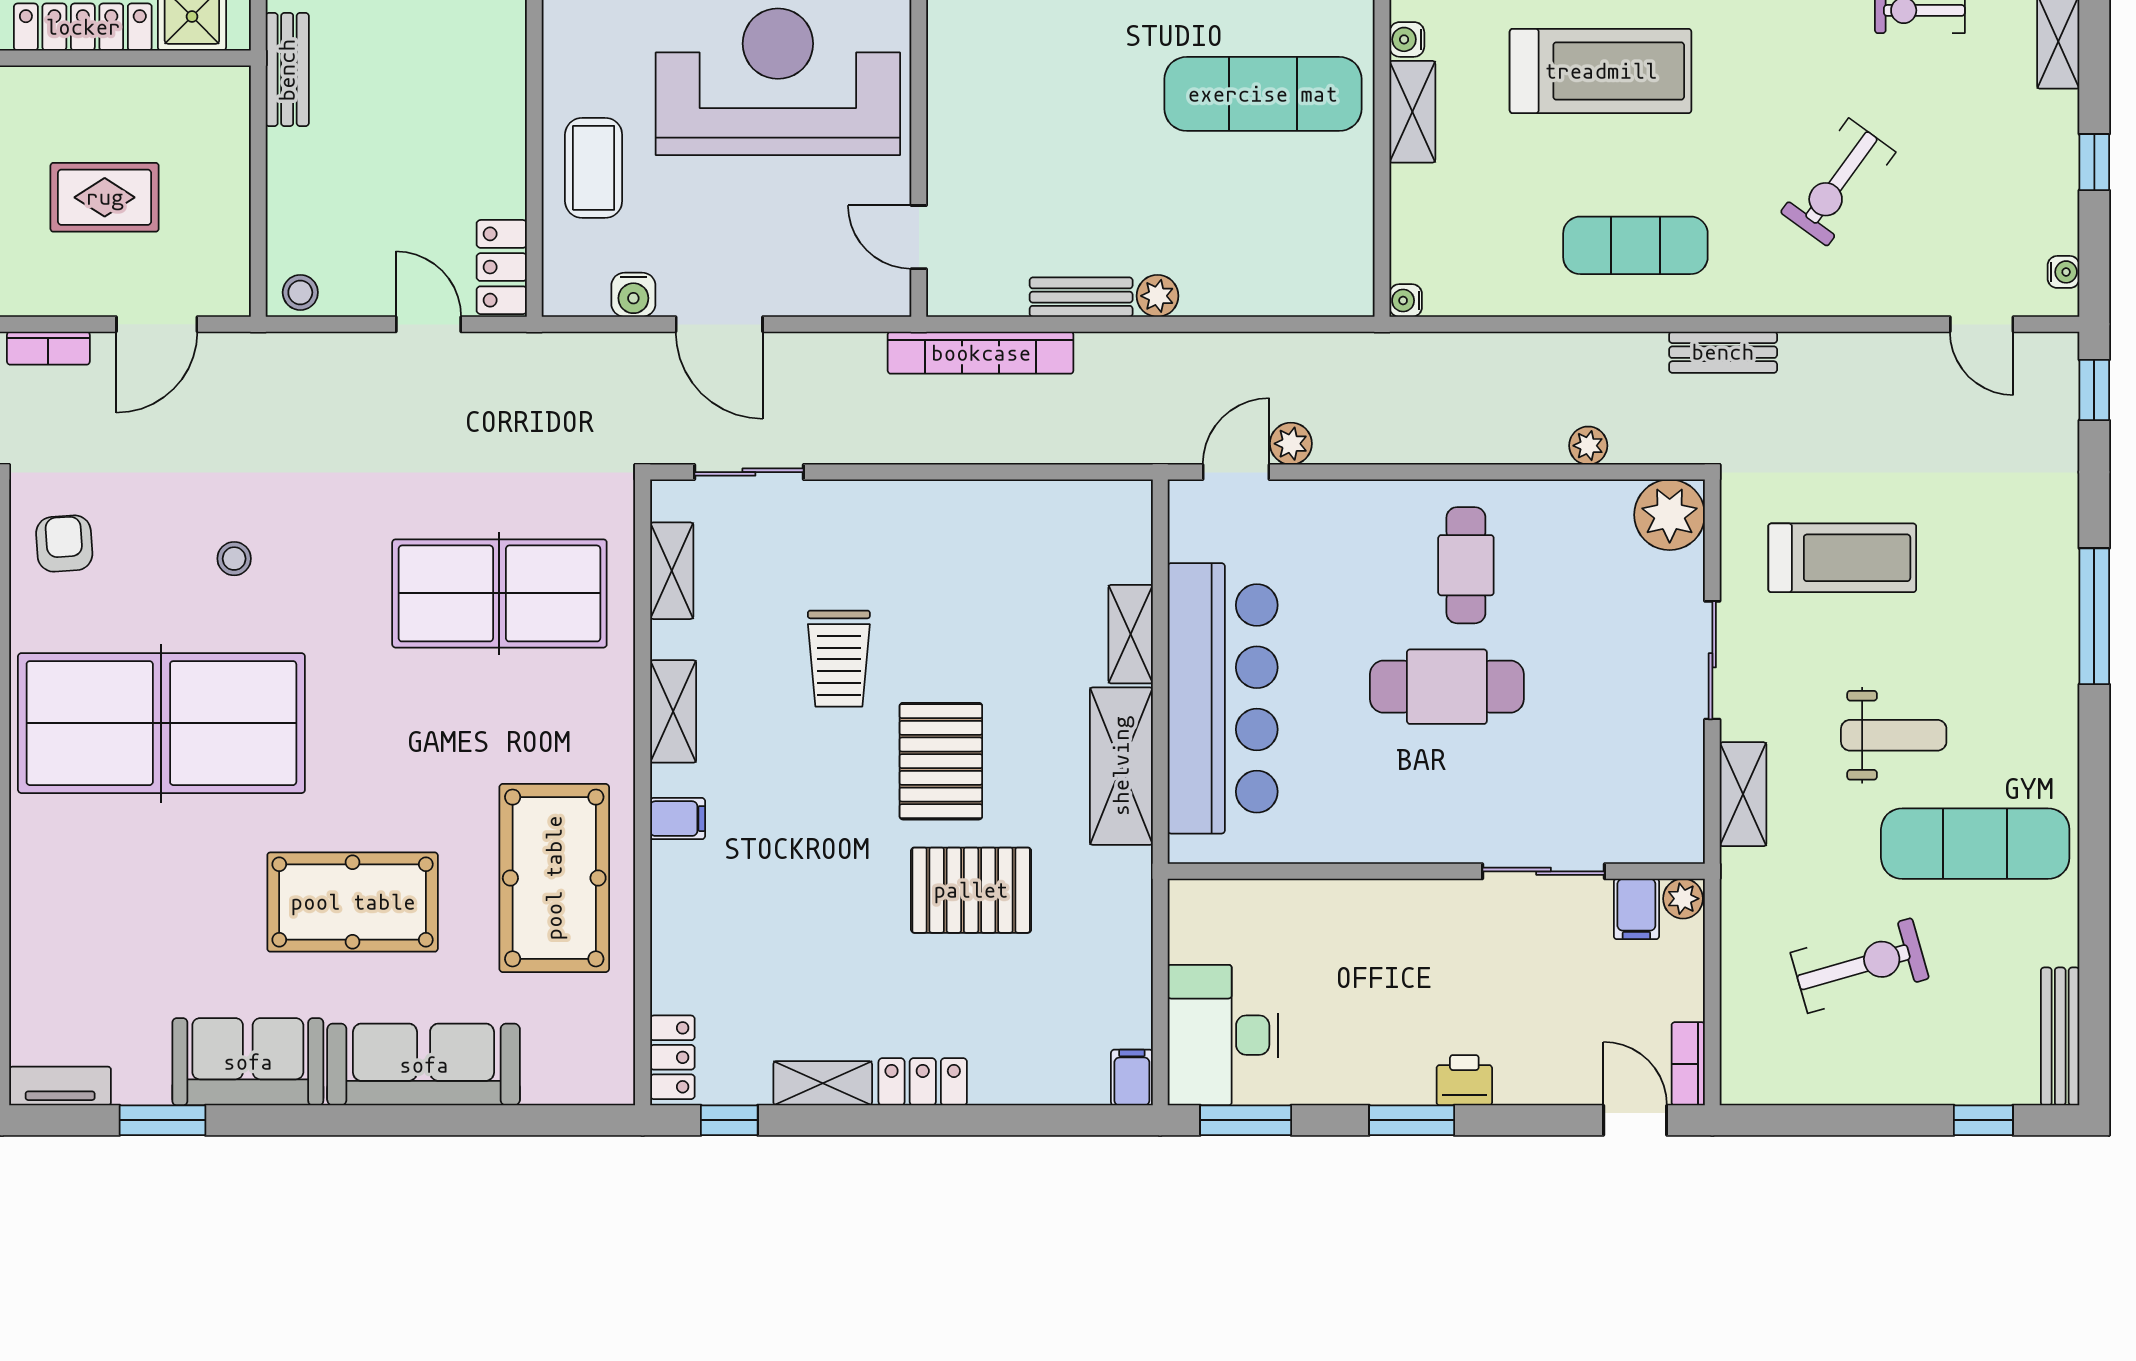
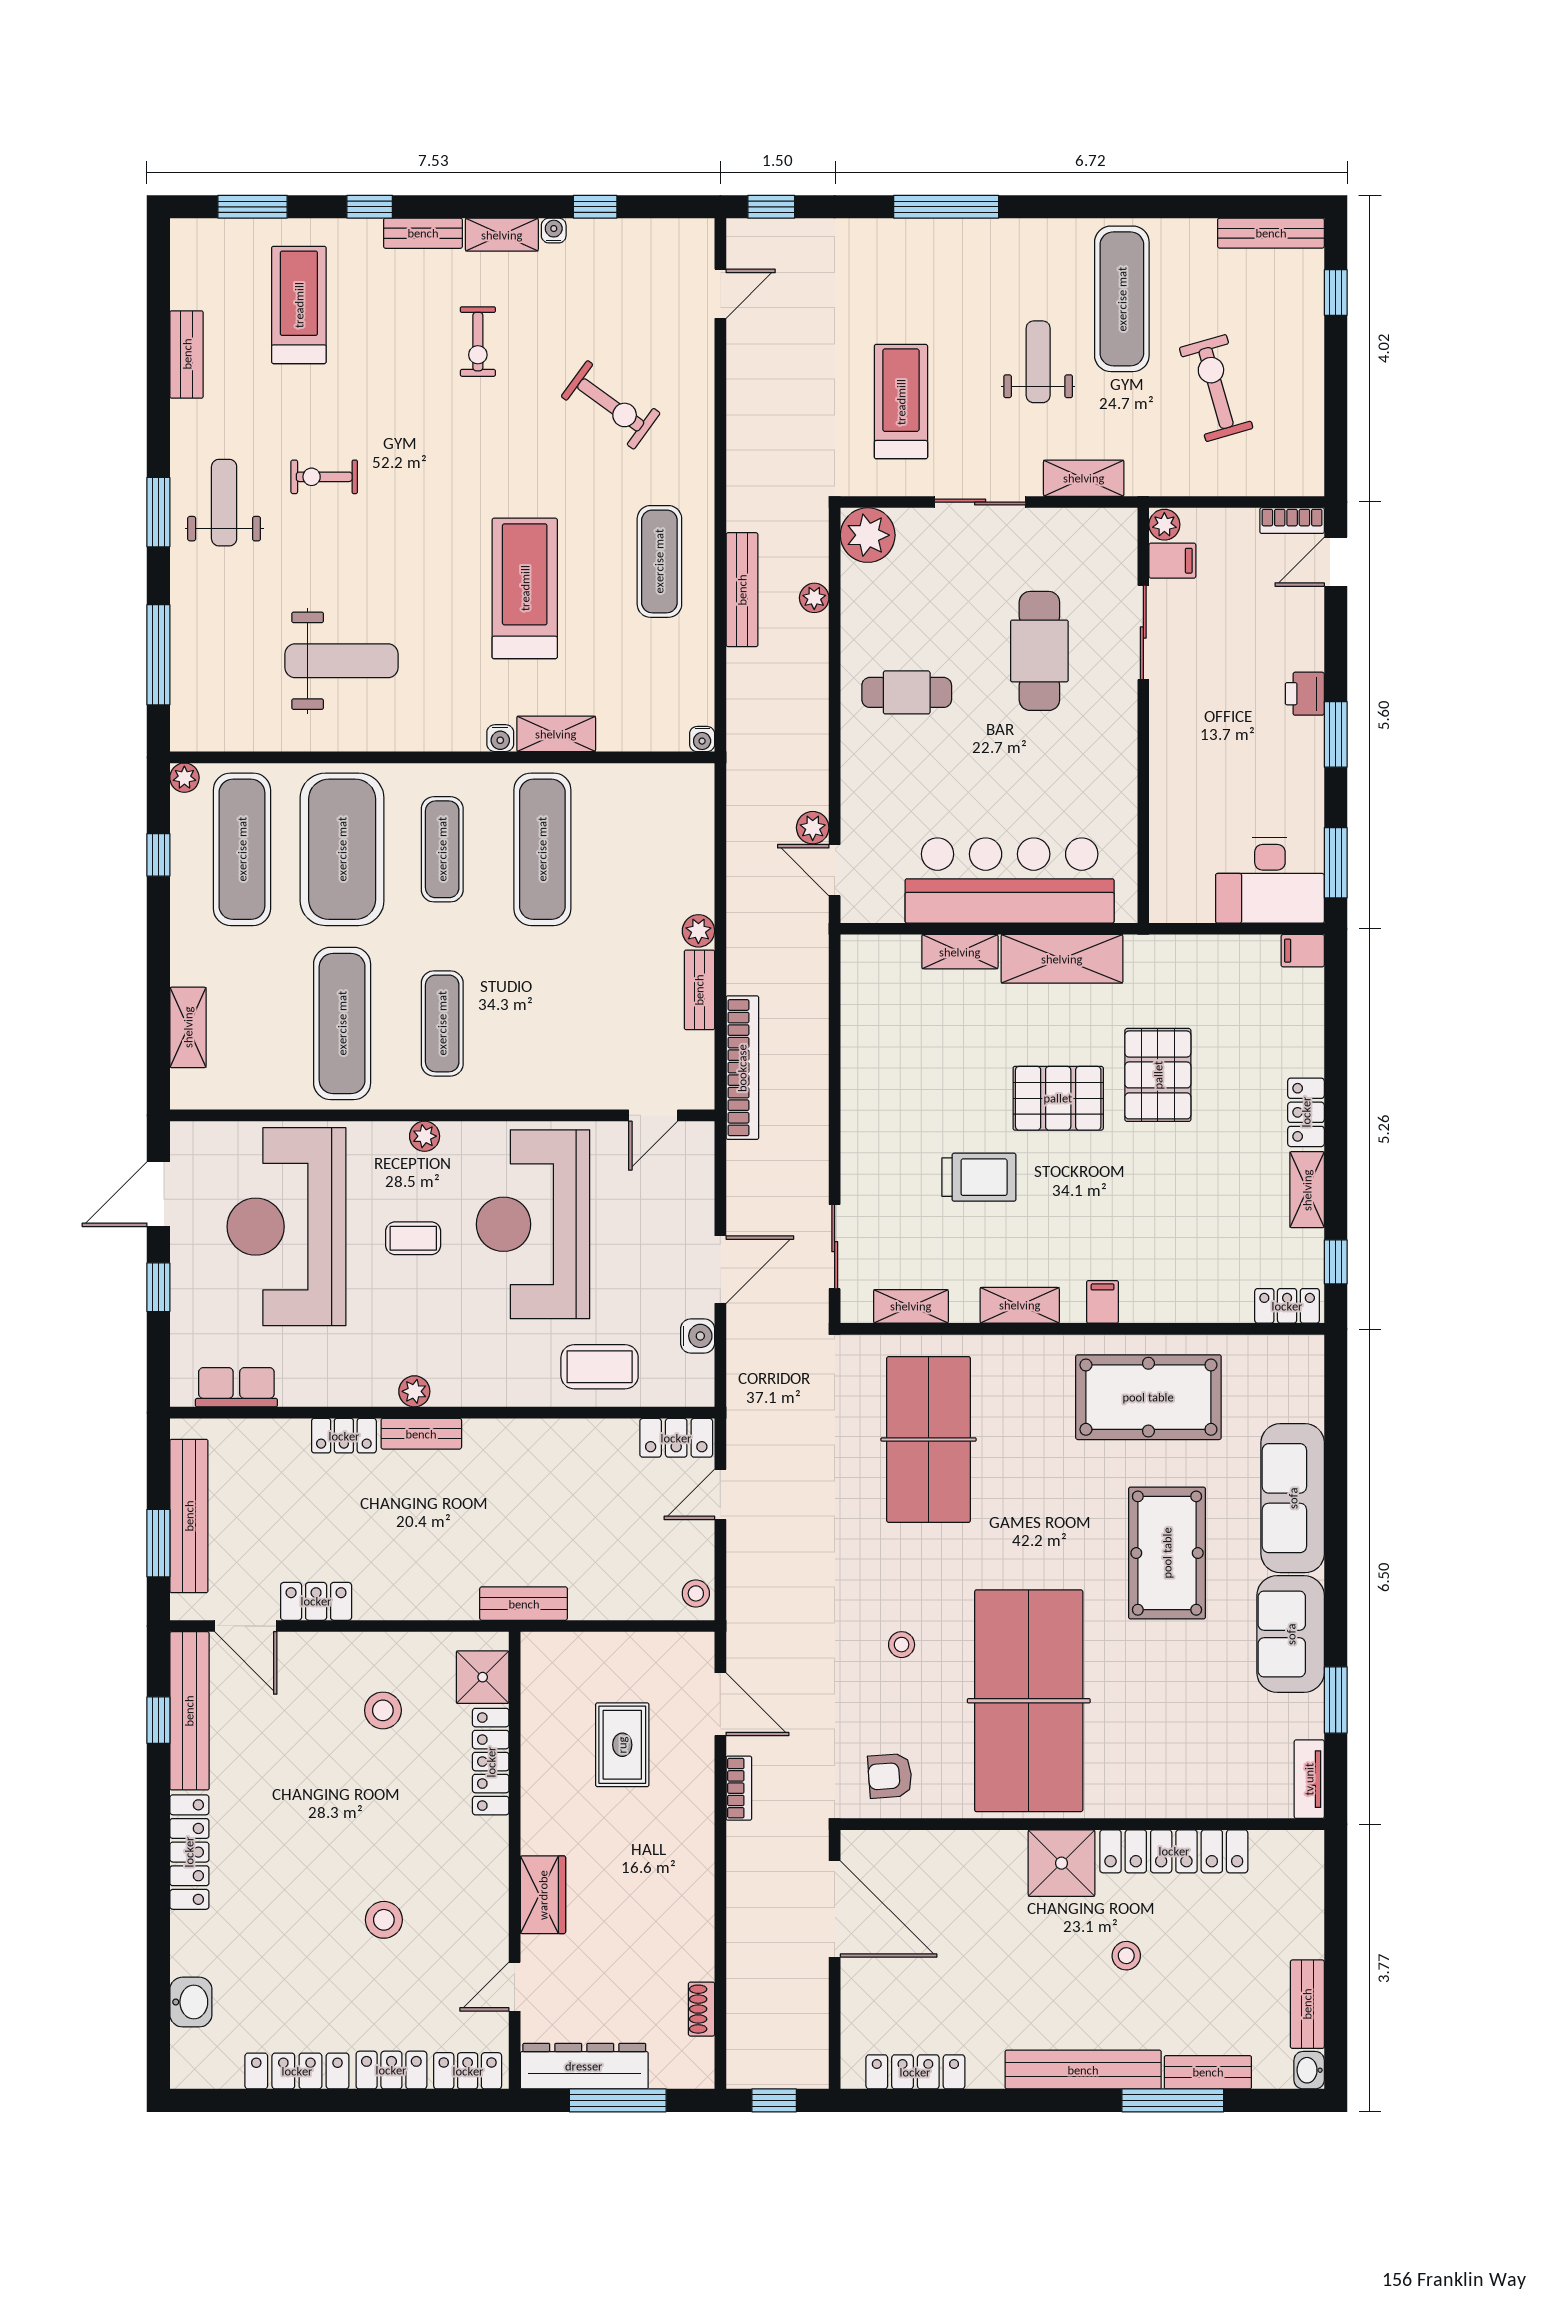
water cooler: (2064, 272) -> (554, 231), moved
bench: (1723, 352) -> (742, 590), moved, width x1.36
cafe table: (1447, 687) -> (1039, 651), moved

